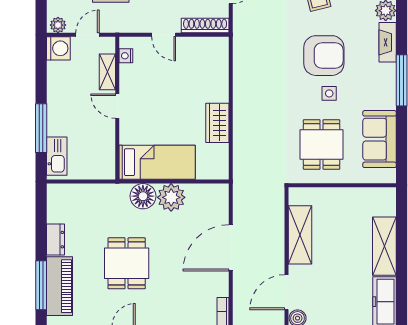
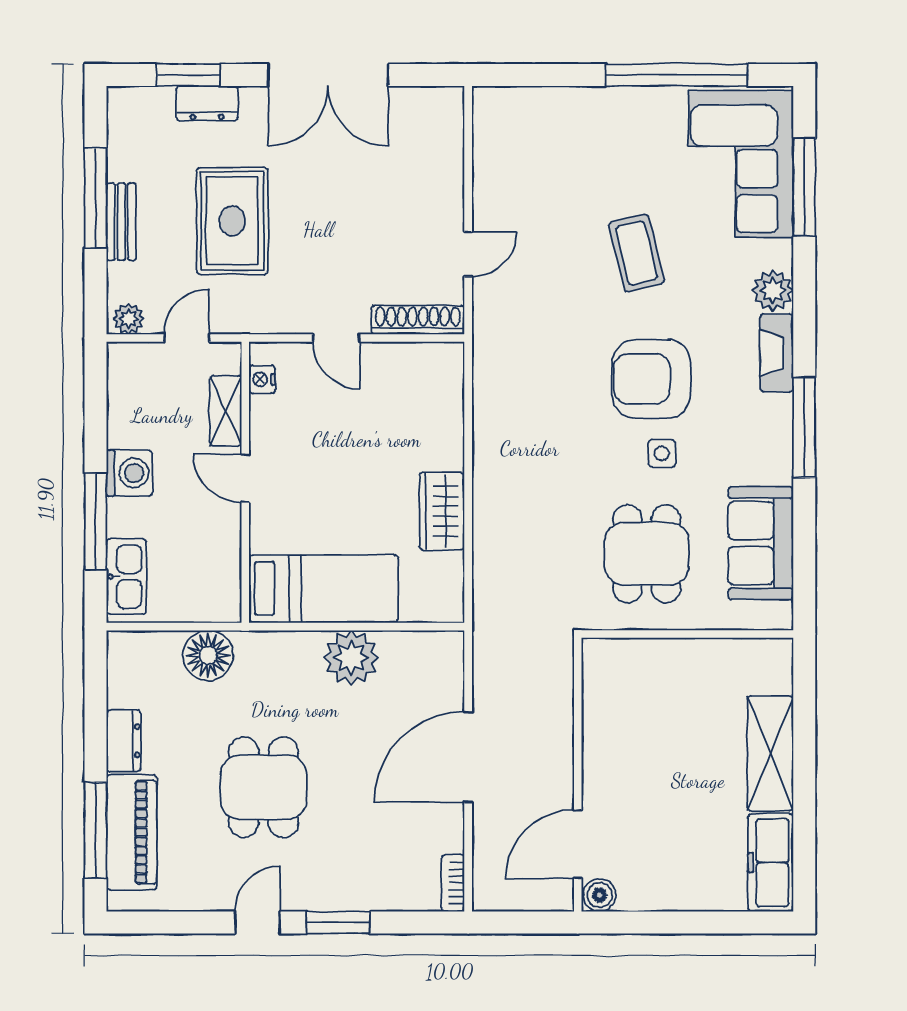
washing machine: (58, 48) -> (130, 473), moved
armchair: (324, 56) -> (651, 379), turned 180
floor lamp: (143, 196) -> (208, 655), moved
shelving: (300, 235) -> (604, 731), removed

